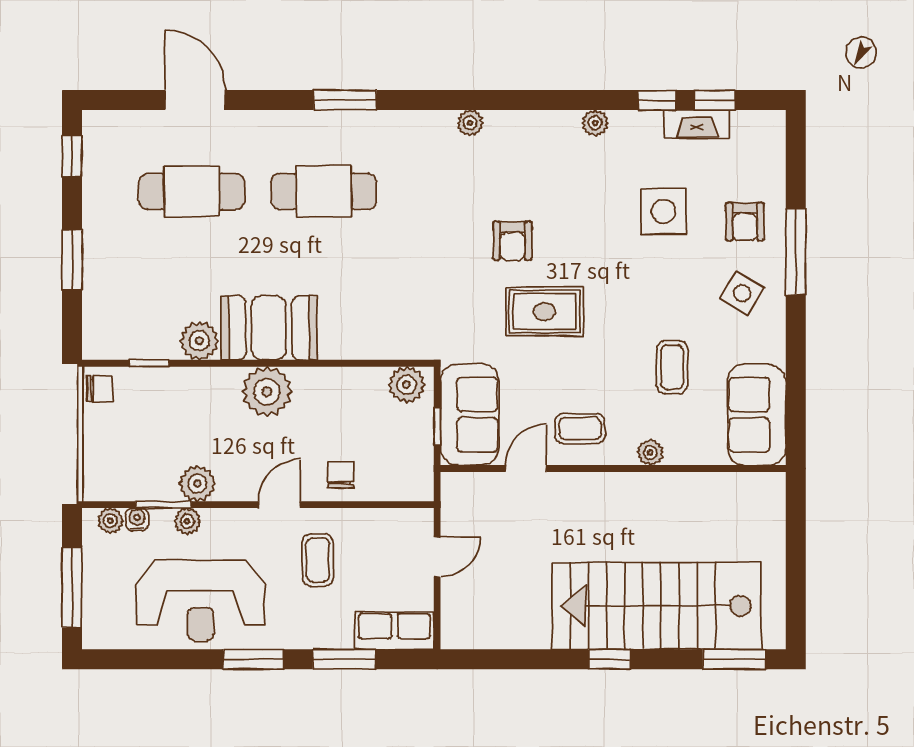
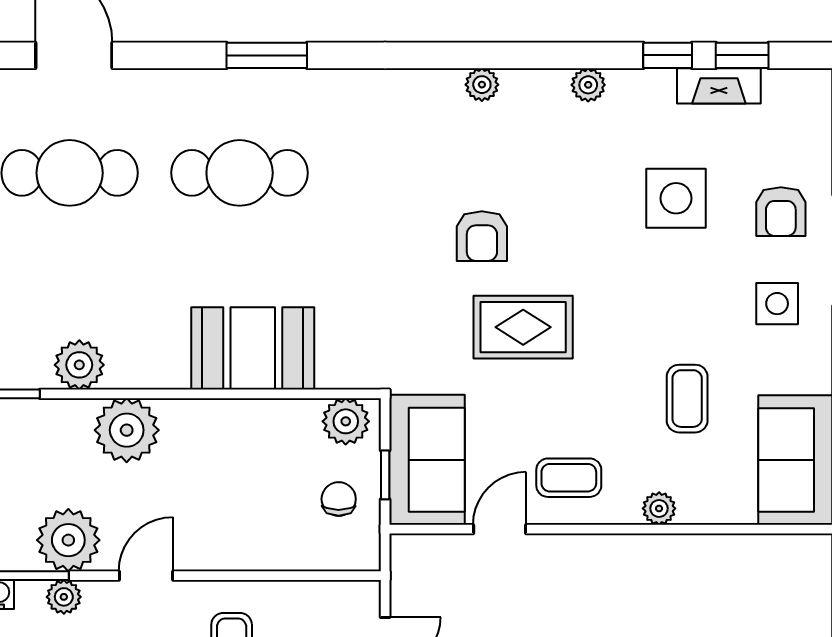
plant: (470, 123) -> (482, 85), moved
side table: (742, 293) -> (777, 304), turned -32
booth: (269, 328) -> (253, 348), moved
plant: (267, 392) -> (127, 430), moved
chair: (341, 475) -> (339, 499), moved
plant: (197, 484) -> (68, 540), width x1.36, depth x1.36
door: (279, 505) -> (146, 576), moved

